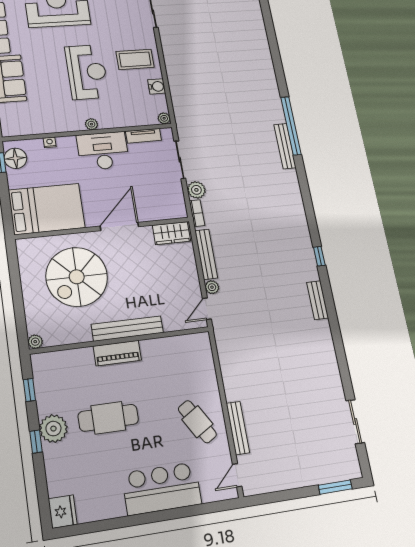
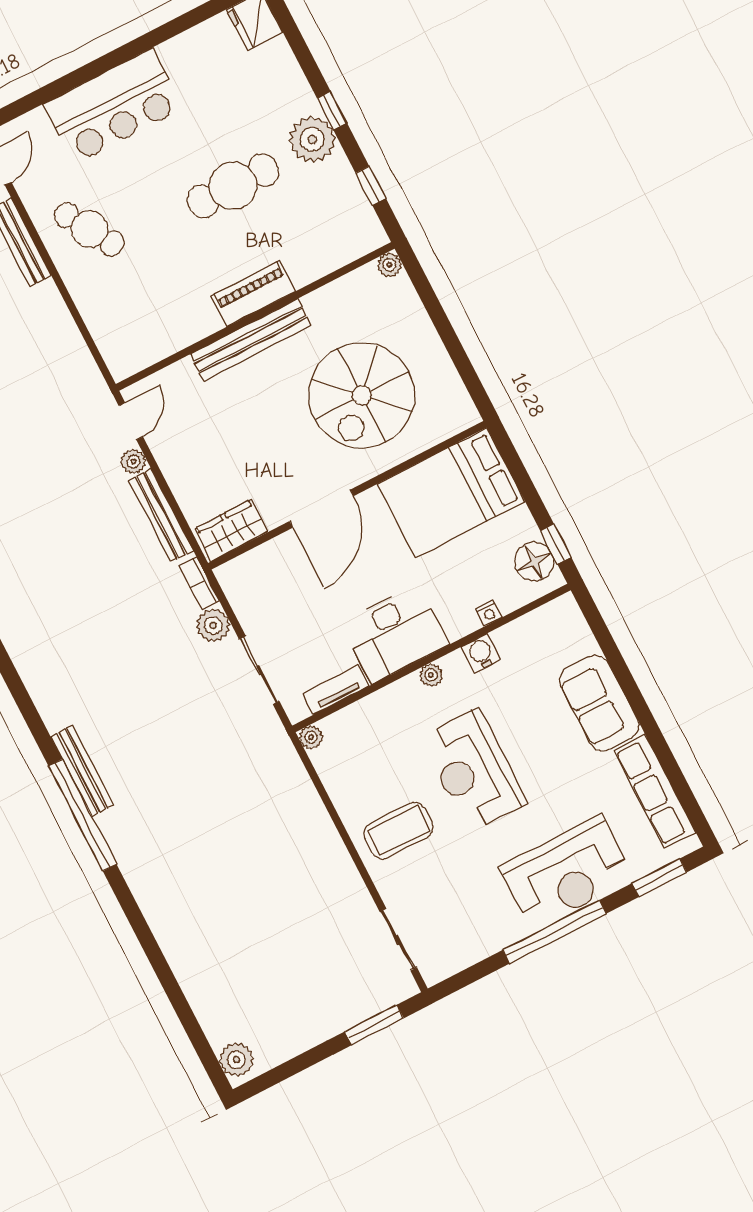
water cooler: (157, 86) -> (481, 653), moved, turned 90
spiral stairs: (77, 277) -> (362, 395), turned 180

